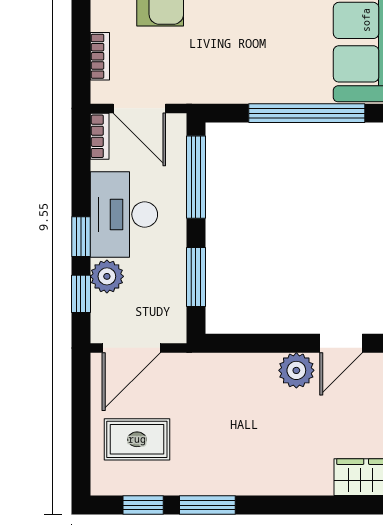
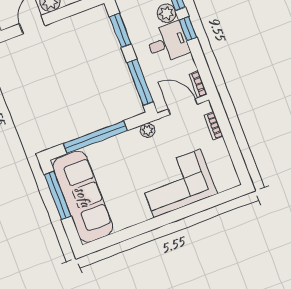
plant: (214, 91) -> (148, 130), added
desk: (124, 214) -> (168, 43), width x0.73

